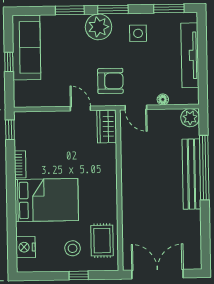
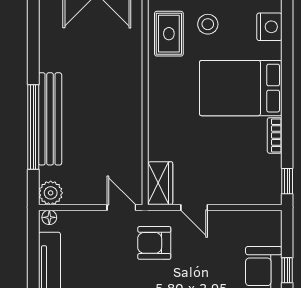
floor lamp: (163, 99) -> (49, 217), moved

